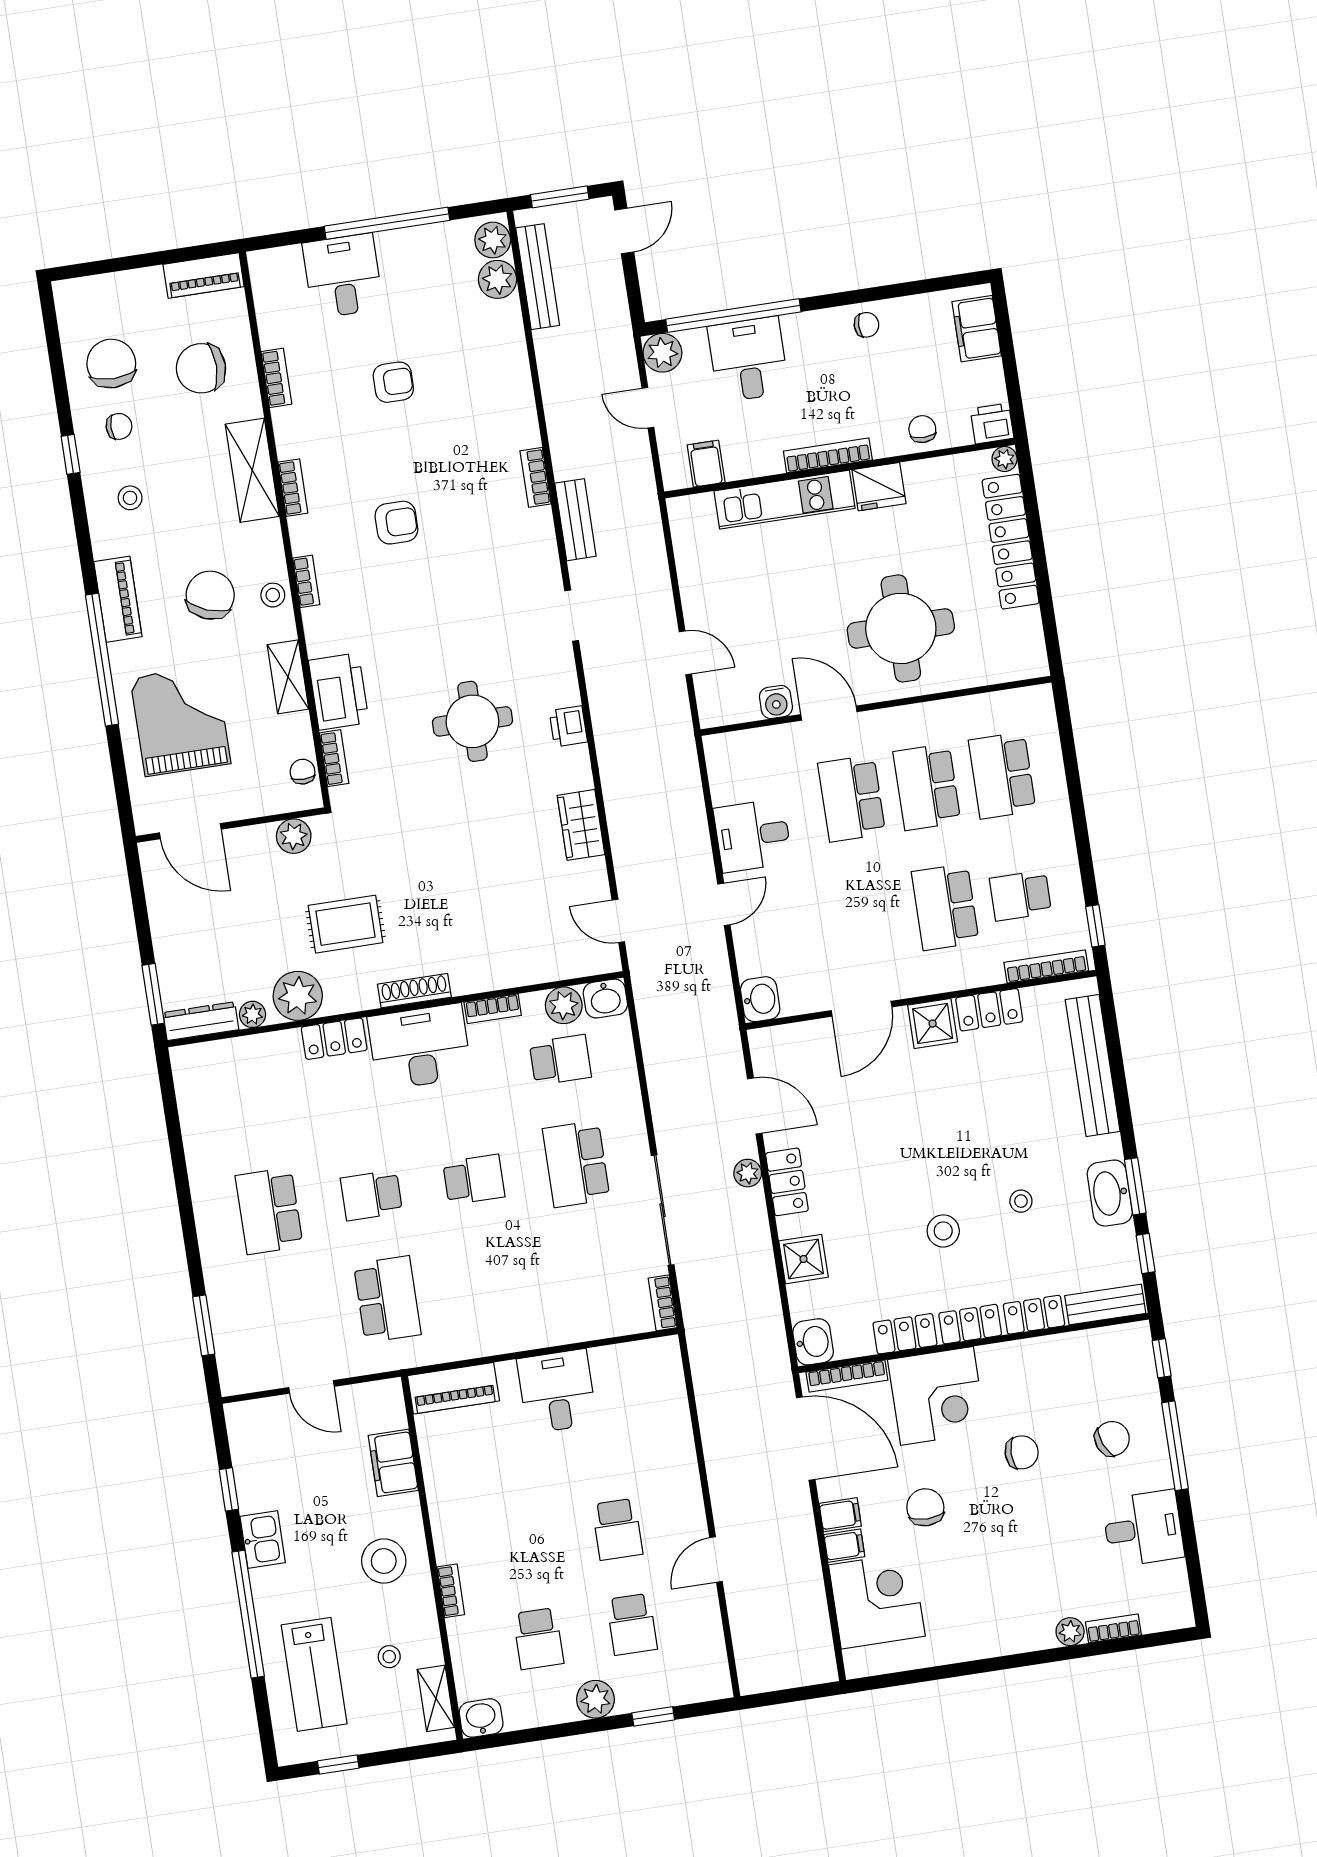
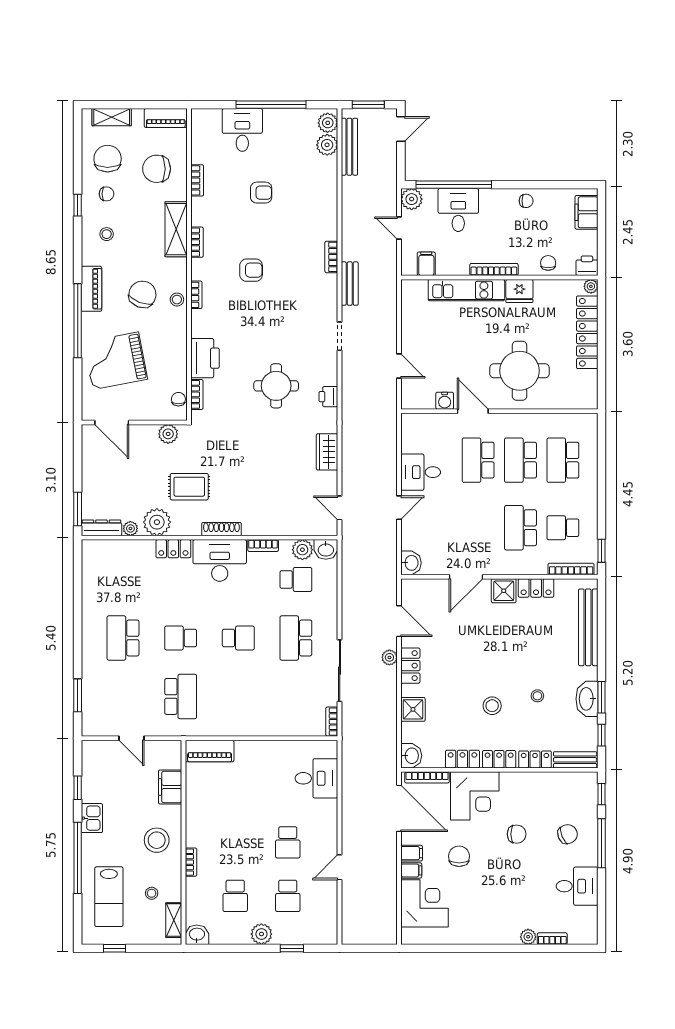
shelving: (288, 677) -> (112, 117), moved, turned 90
grand piano: (180, 721) -> (116, 361), turned -101
desk: (557, 1391) -> (316, 778), moved, turned 90

